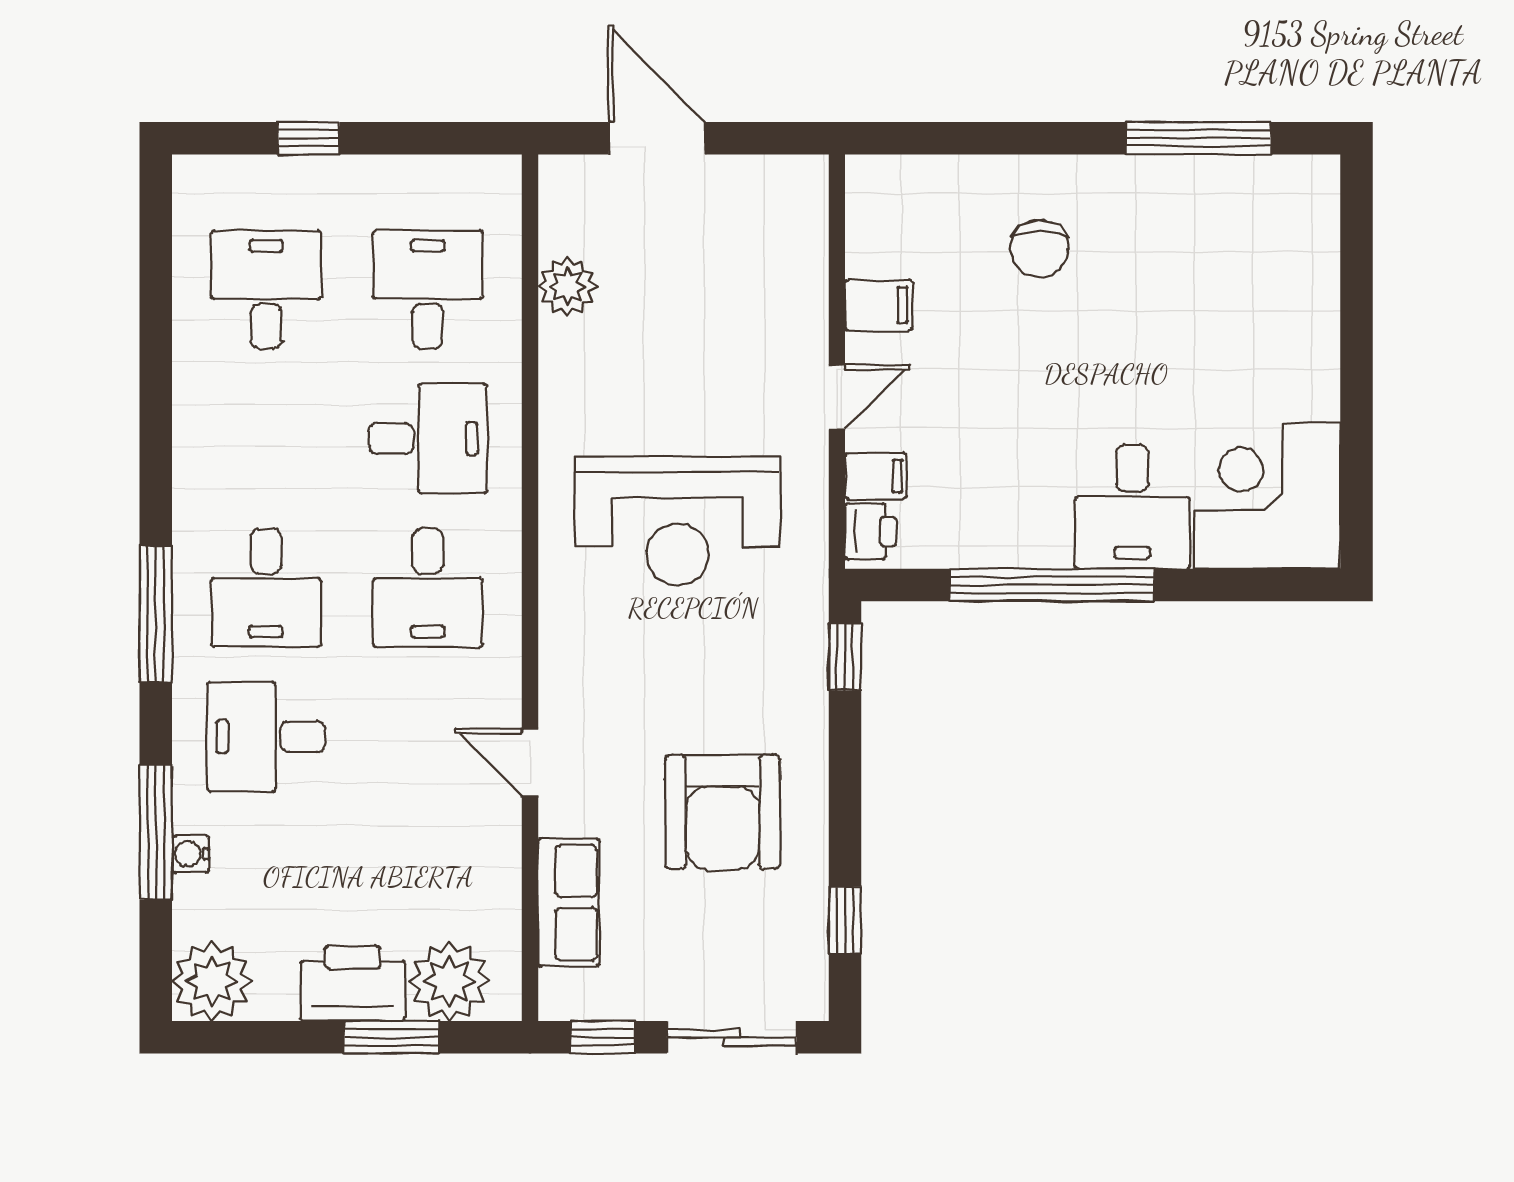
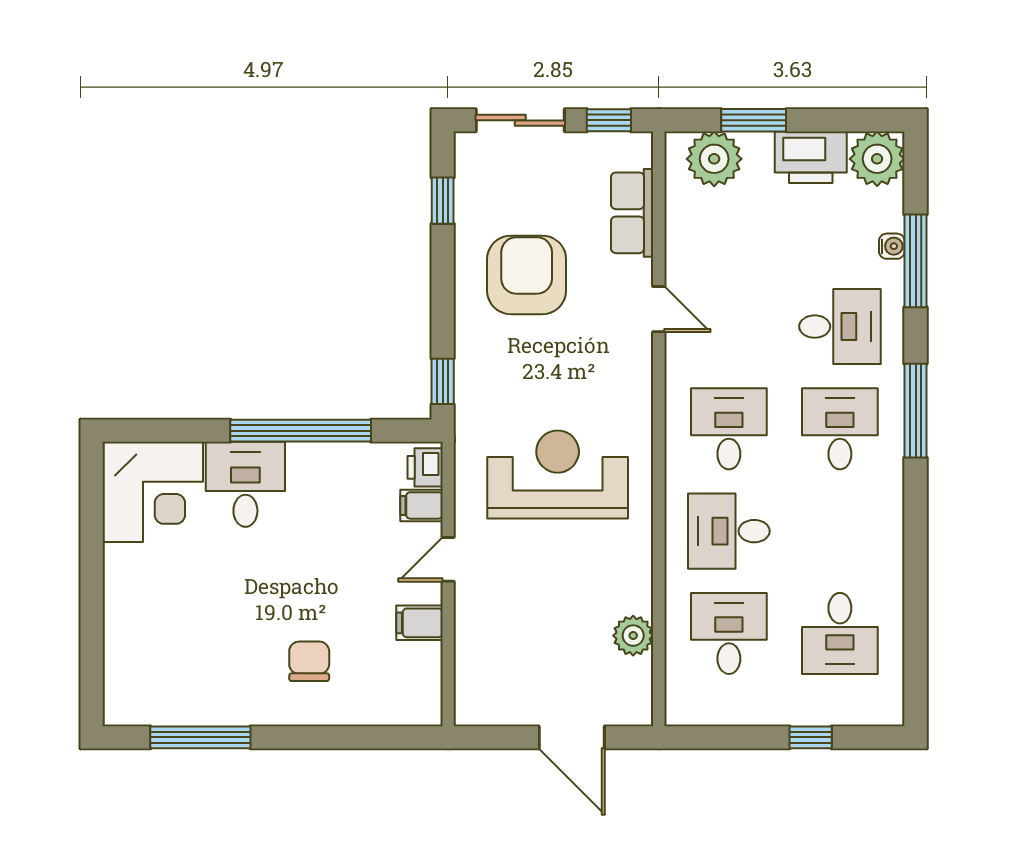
desk: (428, 290) -> (729, 633), turned 180
printer: (353, 983) -> (811, 157), moved

